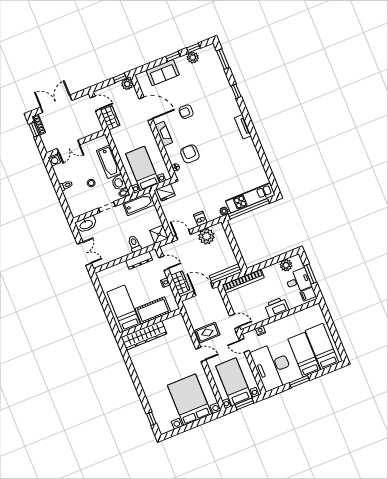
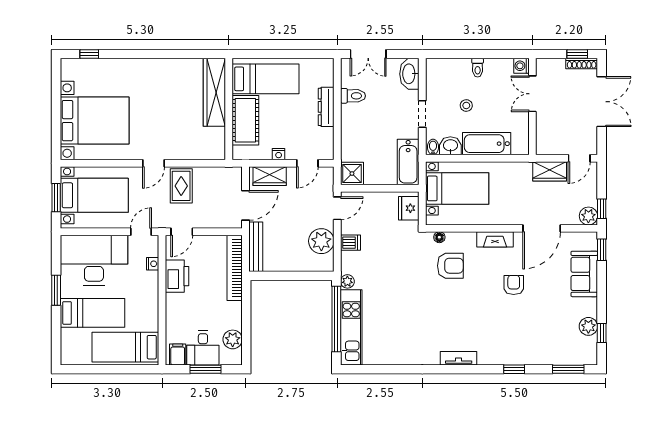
window: (173, 56) -> (602, 250), moved
toilet: (134, 244) -> (353, 96), moved
dresser: (139, 260) -> (326, 107), moved
printer: (277, 307) -> (177, 276), moved
bed: (322, 347) -> (125, 347), moved, turned 180

